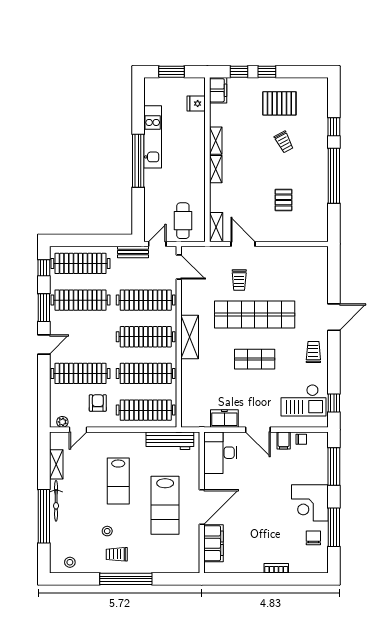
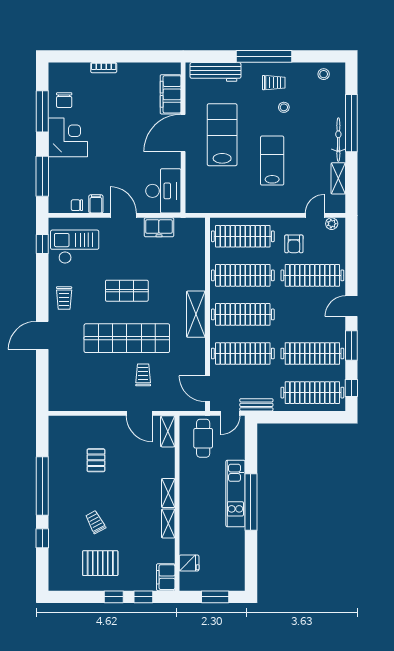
kitchen unit: (153, 137) -> (235, 493), moved
workbench: (170, 441) -> (215, 72), moved, turned 180

